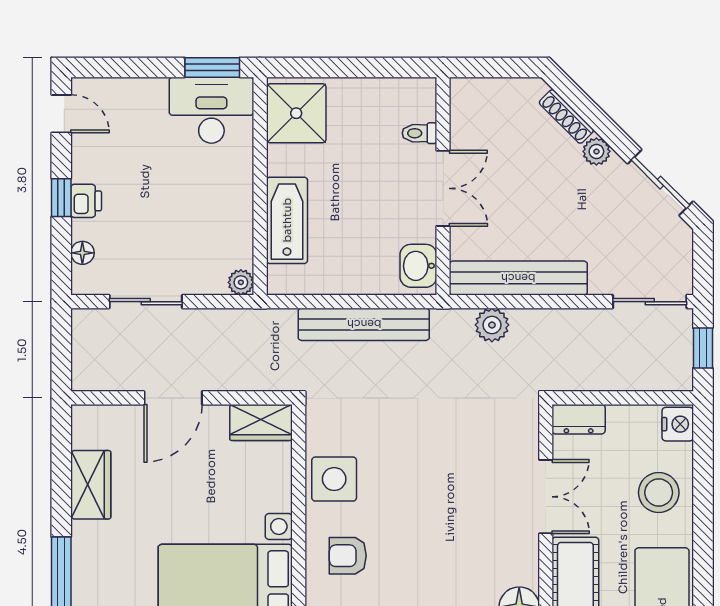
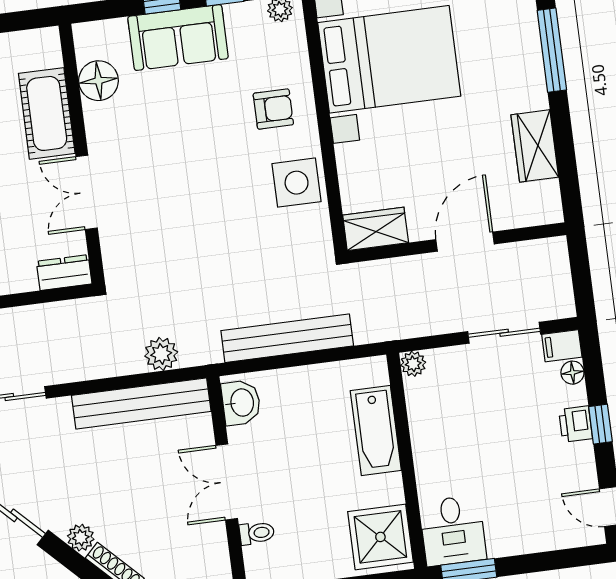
desk: (211, 110) -> (453, 531), width x0.73
filing cabinet: (90, 281) -> (562, 346), added

